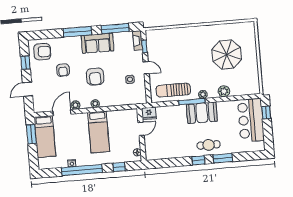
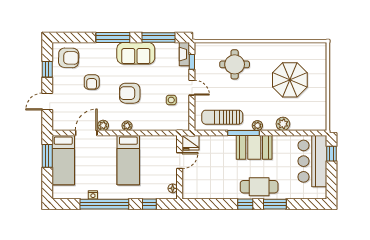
round table: (180, 46) -> (235, 64), added
armchair: (95, 77) -> (130, 93), turned 90
cafe table: (209, 145) -> (259, 187), width x1.37, depth x1.35

